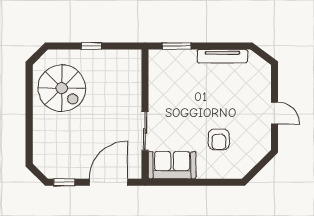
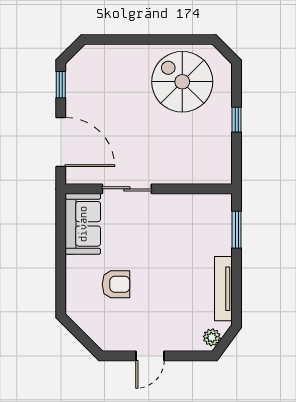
plant: (260, 65) -> (212, 337), added
spiral stairs: (62, 88) -> (182, 82), turned 90
armchair: (219, 140) -> (116, 284), turned 180

